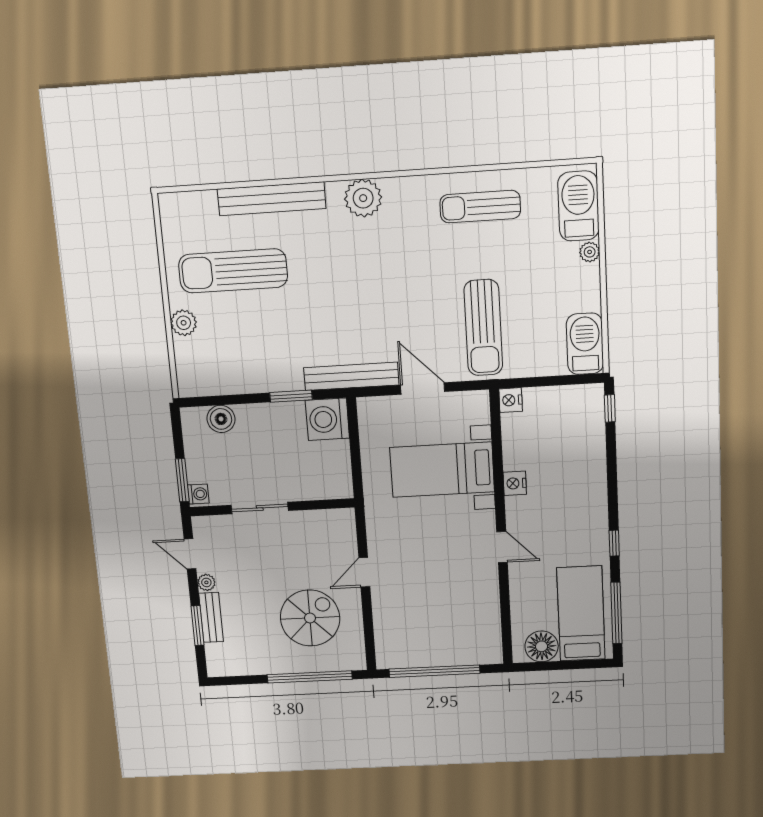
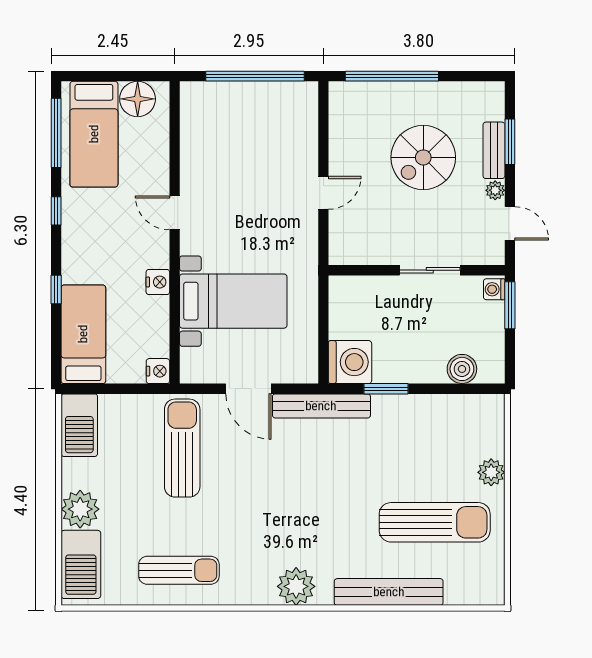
plant: (590, 252) -> (80, 509), width x1.87, depth x1.87
window: (610, 408) -> (56, 289), moved
bed: (584, 431) -> (83, 334), added
spiral stairs: (310, 618) -> (423, 157), moved

